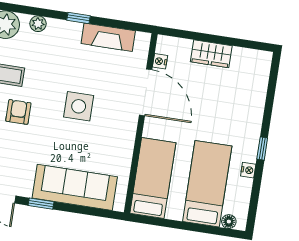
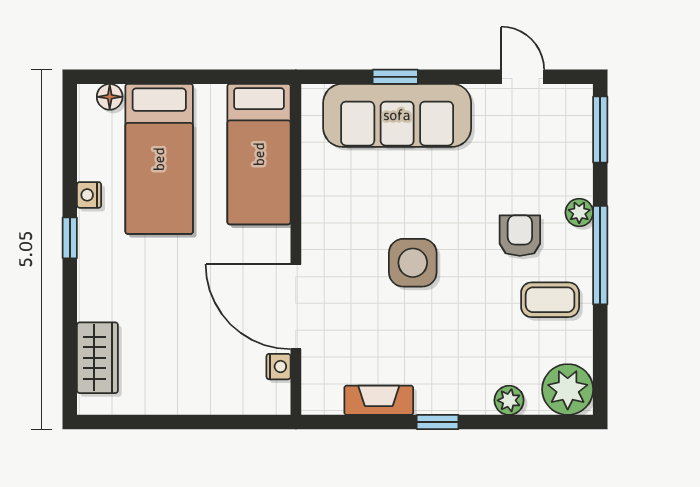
fireplace: (108, 37) -> (379, 400), width x0.73, depth x0.76
wardrobe: (211, 54) -> (97, 358), moved, turned 90
armchair: (18, 112) -> (520, 236), turned 180
window: (41, 204) -> (395, 77), moved

